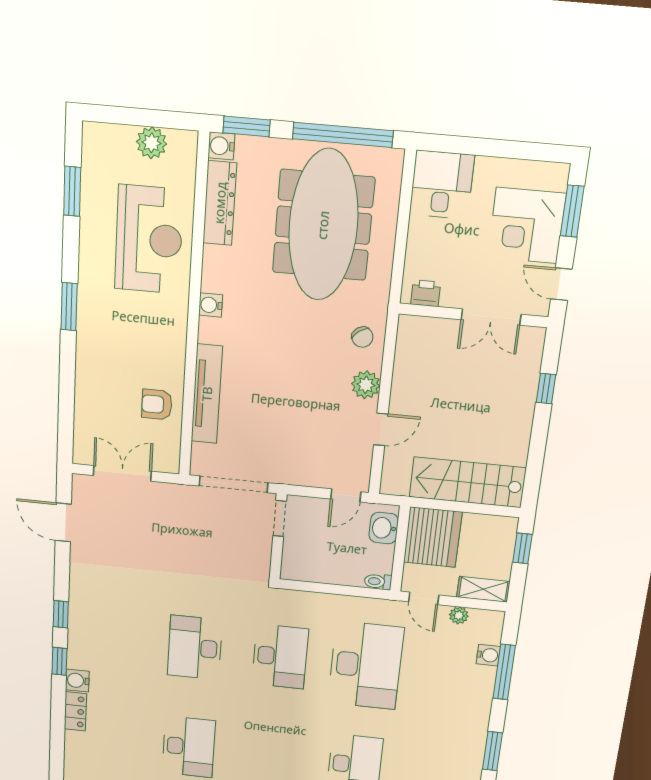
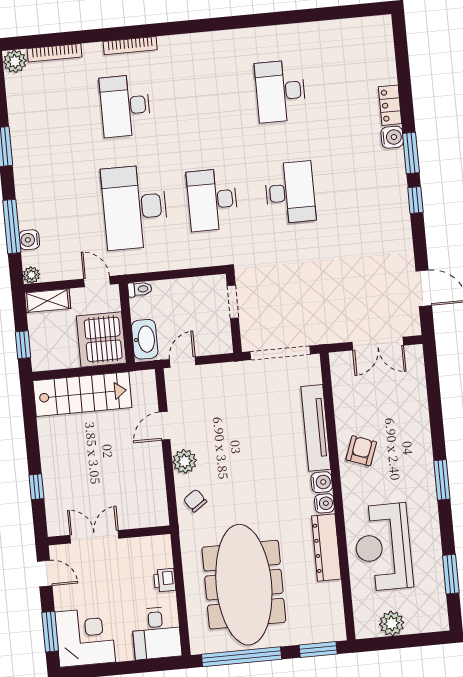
water cooler: (221, 146) -> (322, 482), moved
dresser: (220, 203) -> (326, 548), moved
corner desk: (527, 226) -> (85, 637), moved
printer: (426, 293) -> (165, 580), moved, turned 90
armchair: (157, 404) -> (361, 451), moved, turned -70
doorway: (280, 518) -> (233, 302), moved
washbasin: (384, 528) -> (145, 339), width x1.38
plant: (459, 615) -> (31, 275), moved
window: (59, 661) -> (411, 153), width x1.50

